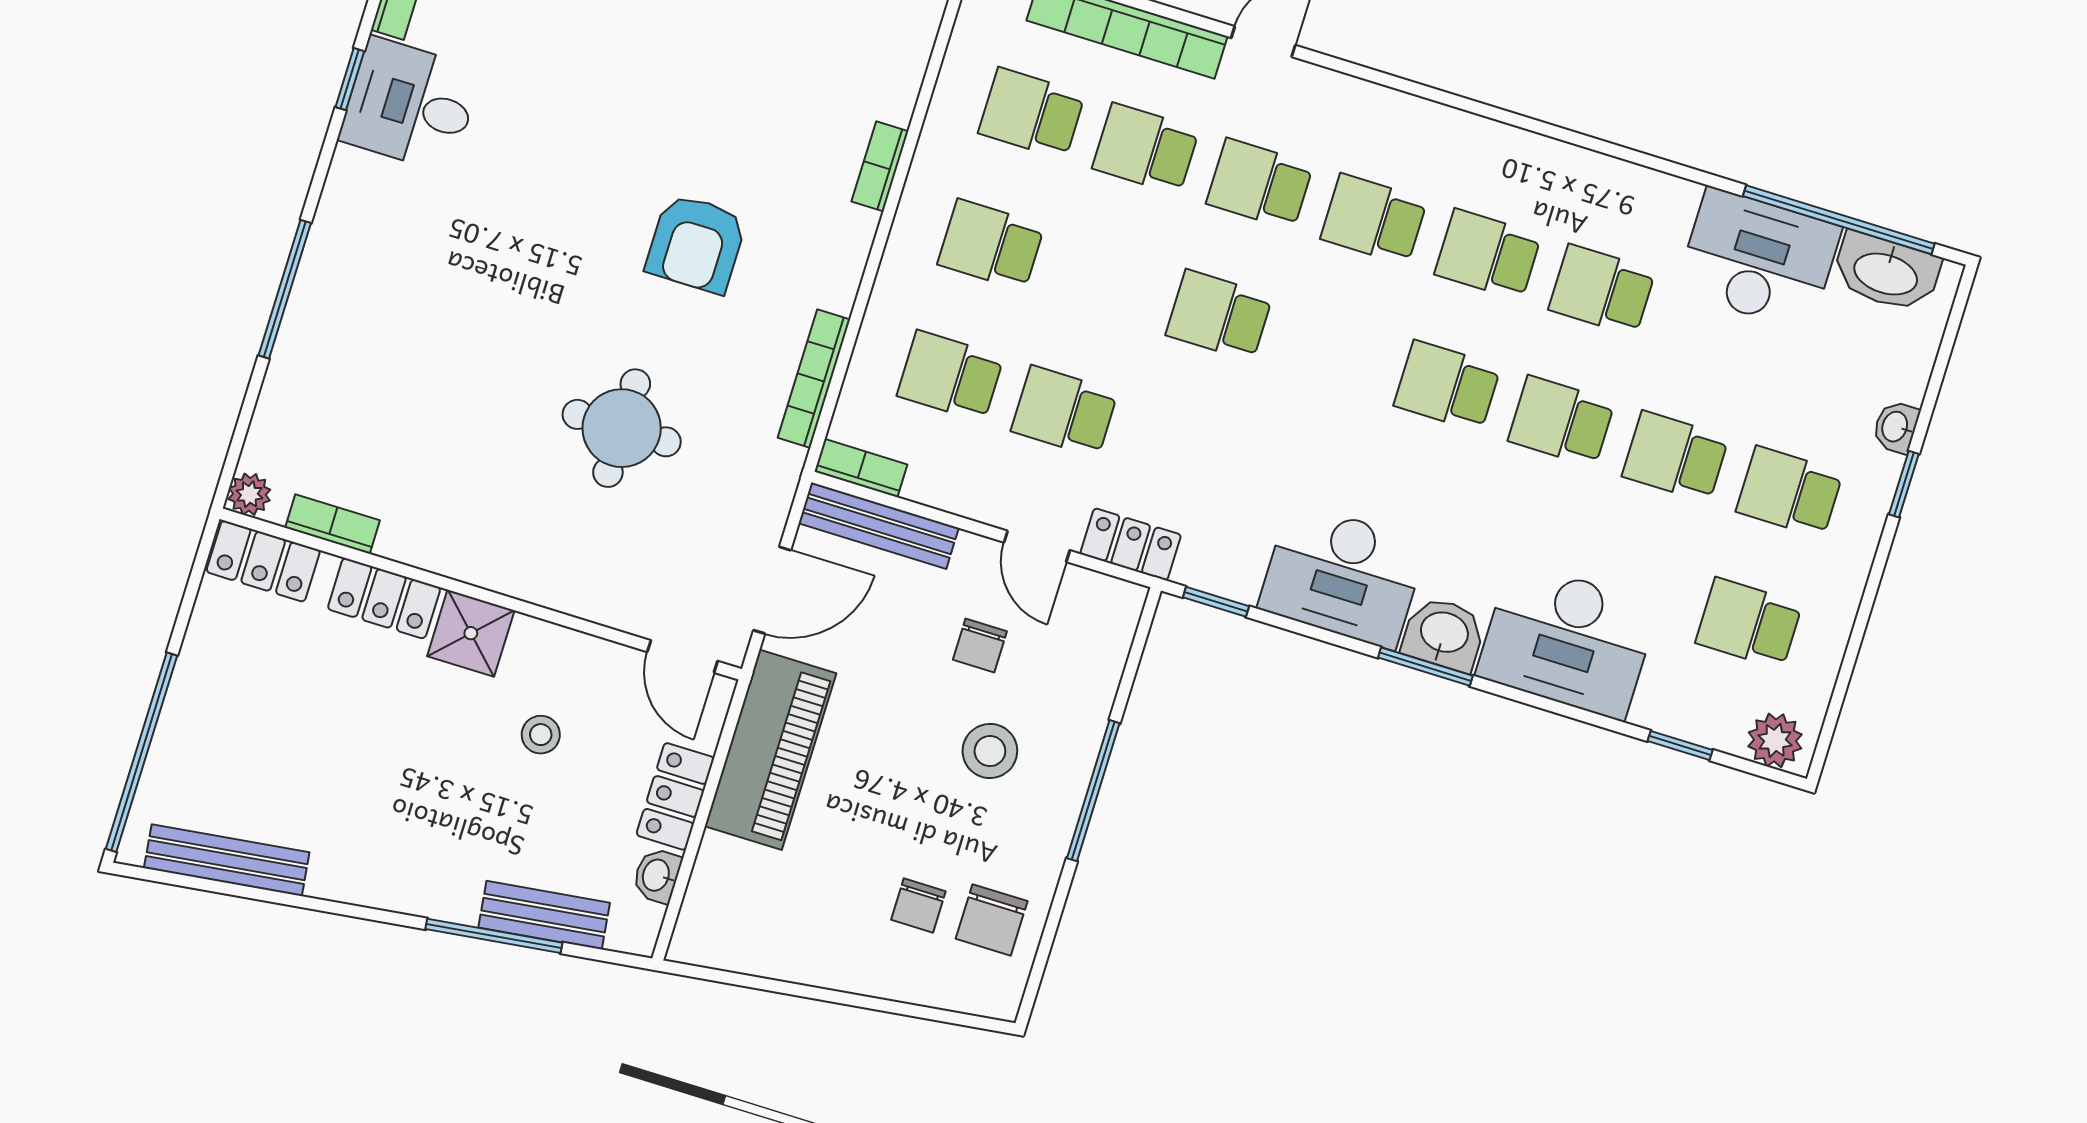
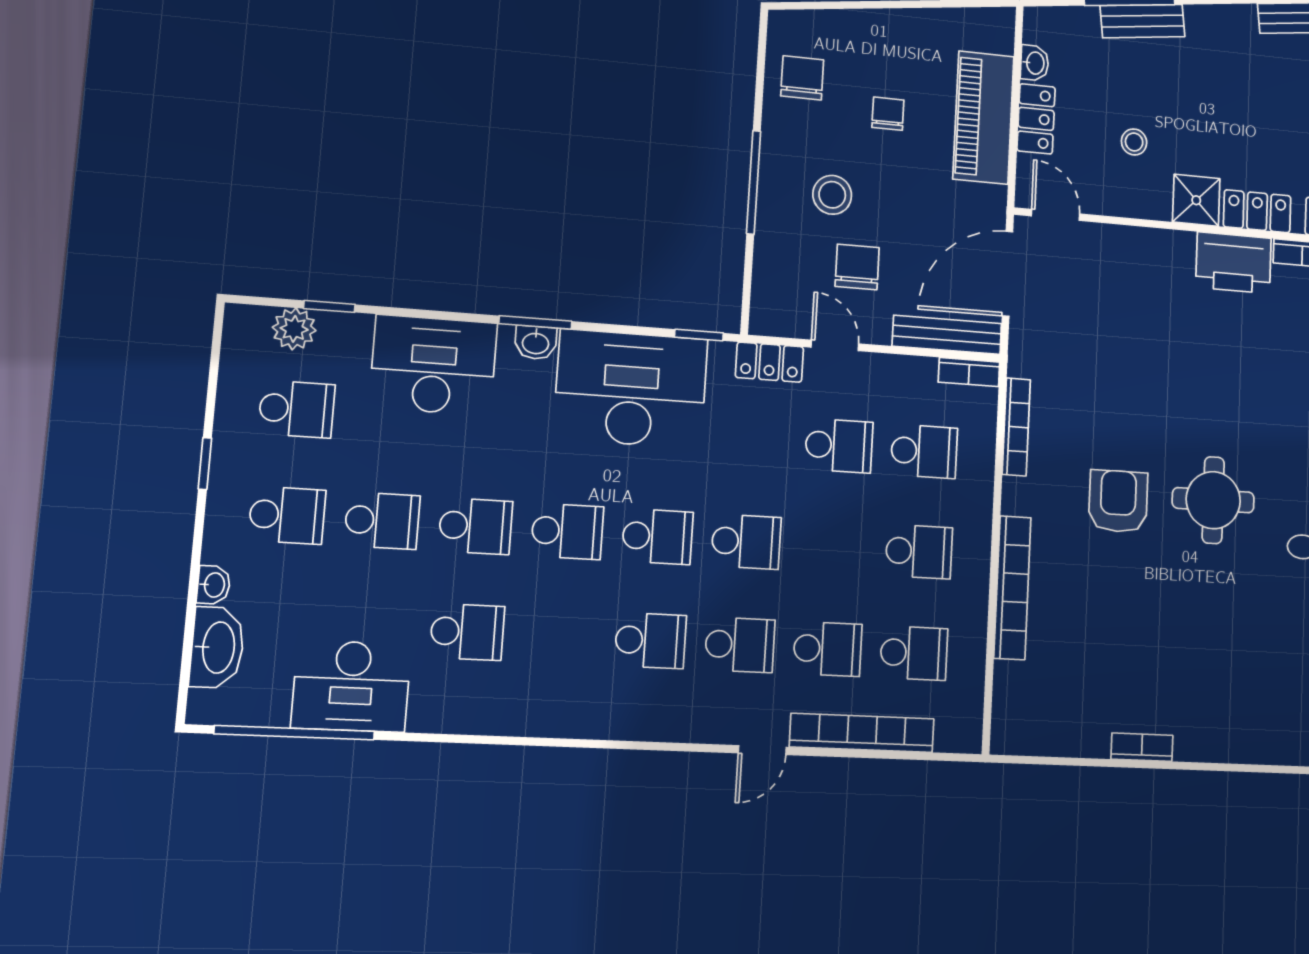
bookcase: (880, 166) -> (1012, 588), width x2.31, depth x1.31
school desk: (1488, 255) -> (658, 537), moved
washbasin: (1886, 272) -> (217, 647), moved, turned 90
round table: (622, 428) -> (1213, 500), moved
window: (1904, 484) -> (205, 464), moved
printer: (439, 533) -> (1233, 263), added
desk: (1343, 576) -> (631, 389), width x1.36, depth x1.30
door: (772, 590) -> (1008, 274), width x1.36
washbasin: (1444, 634) -> (536, 343), width x0.72, depth x0.69
chair: (980, 646) -> (857, 267), width x1.37, depth x1.37
plant: (1775, 740) -> (294, 329), moved
piano: (770, 750) -> (983, 118), moved
chair: (918, 905) -> (888, 114), moved
bench: (544, 915) -> (1143, 21), moved

